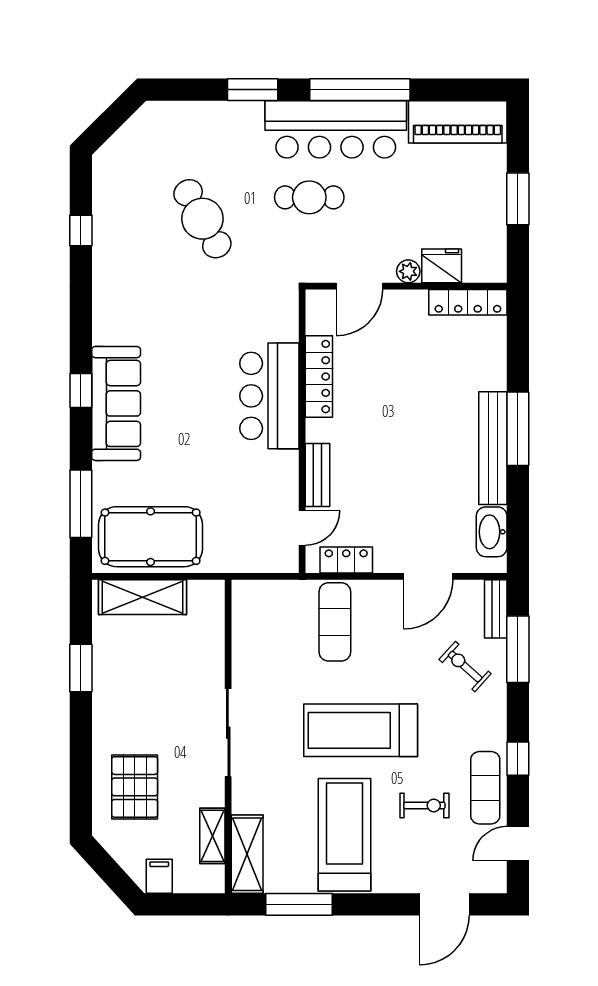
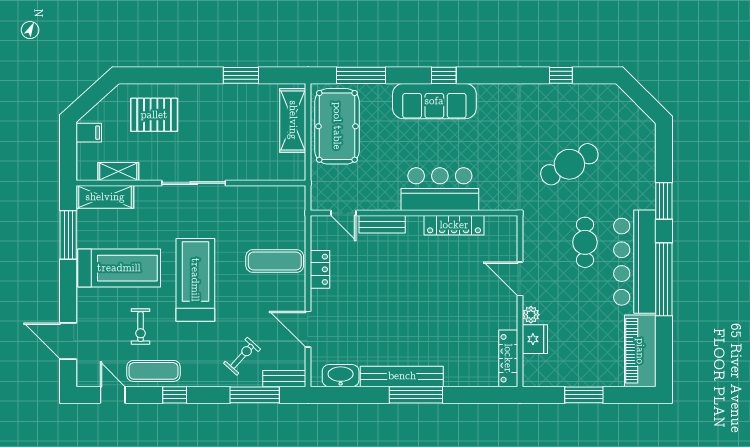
locker: (319, 377) -> (454, 225), moved
bar counter: (269, 396) -> (440, 189), moved
wall: (302, 431) -> (414, 213), moved
bench: (317, 475) -> (382, 224), moved
door: (302, 528) -> (343, 213), moved

